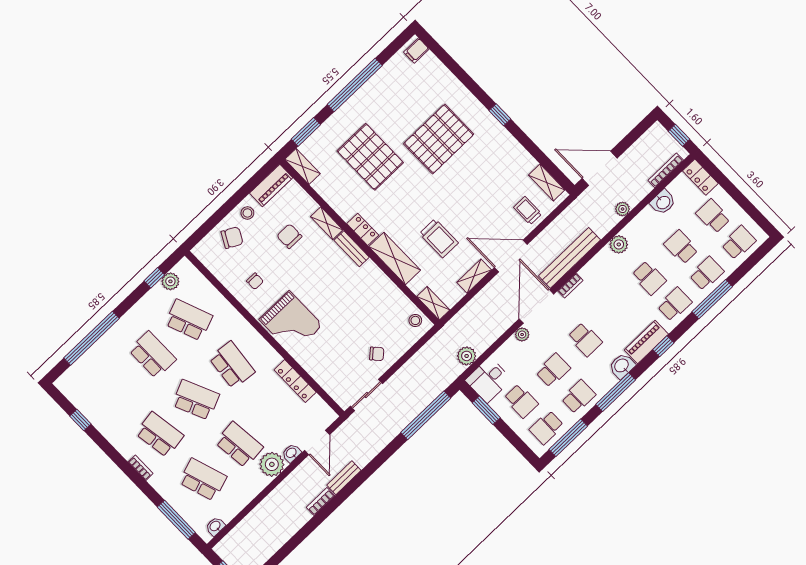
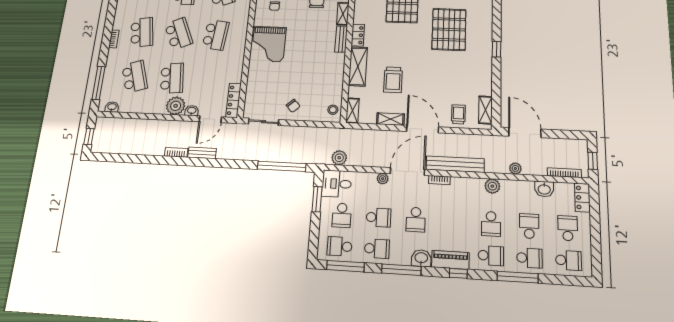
pallet: (439, 139) -> (449, 29), turned 90
locker: (295, 381) -> (233, 100), moved

